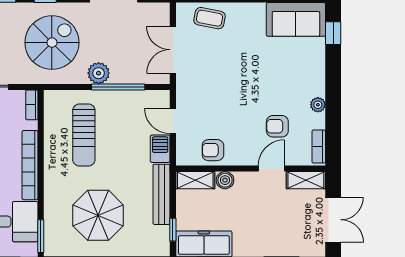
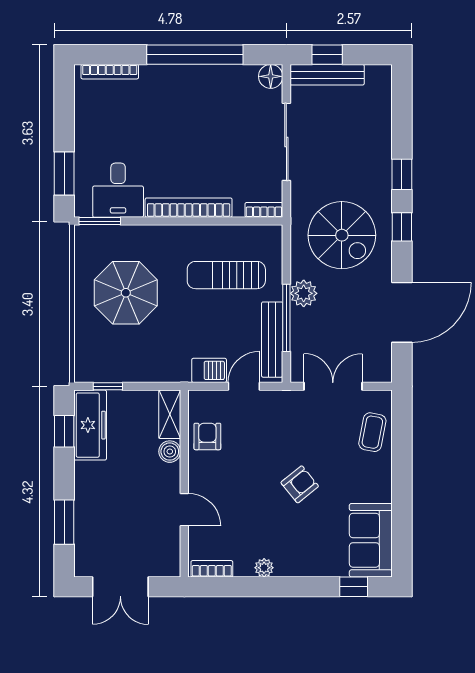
armchair: (277, 126) -> (300, 484), moved, turned 51
shelving: (306, 180) -> (170, 553), removed
bench: (161, 194) -> (272, 340), moved, turned 90

